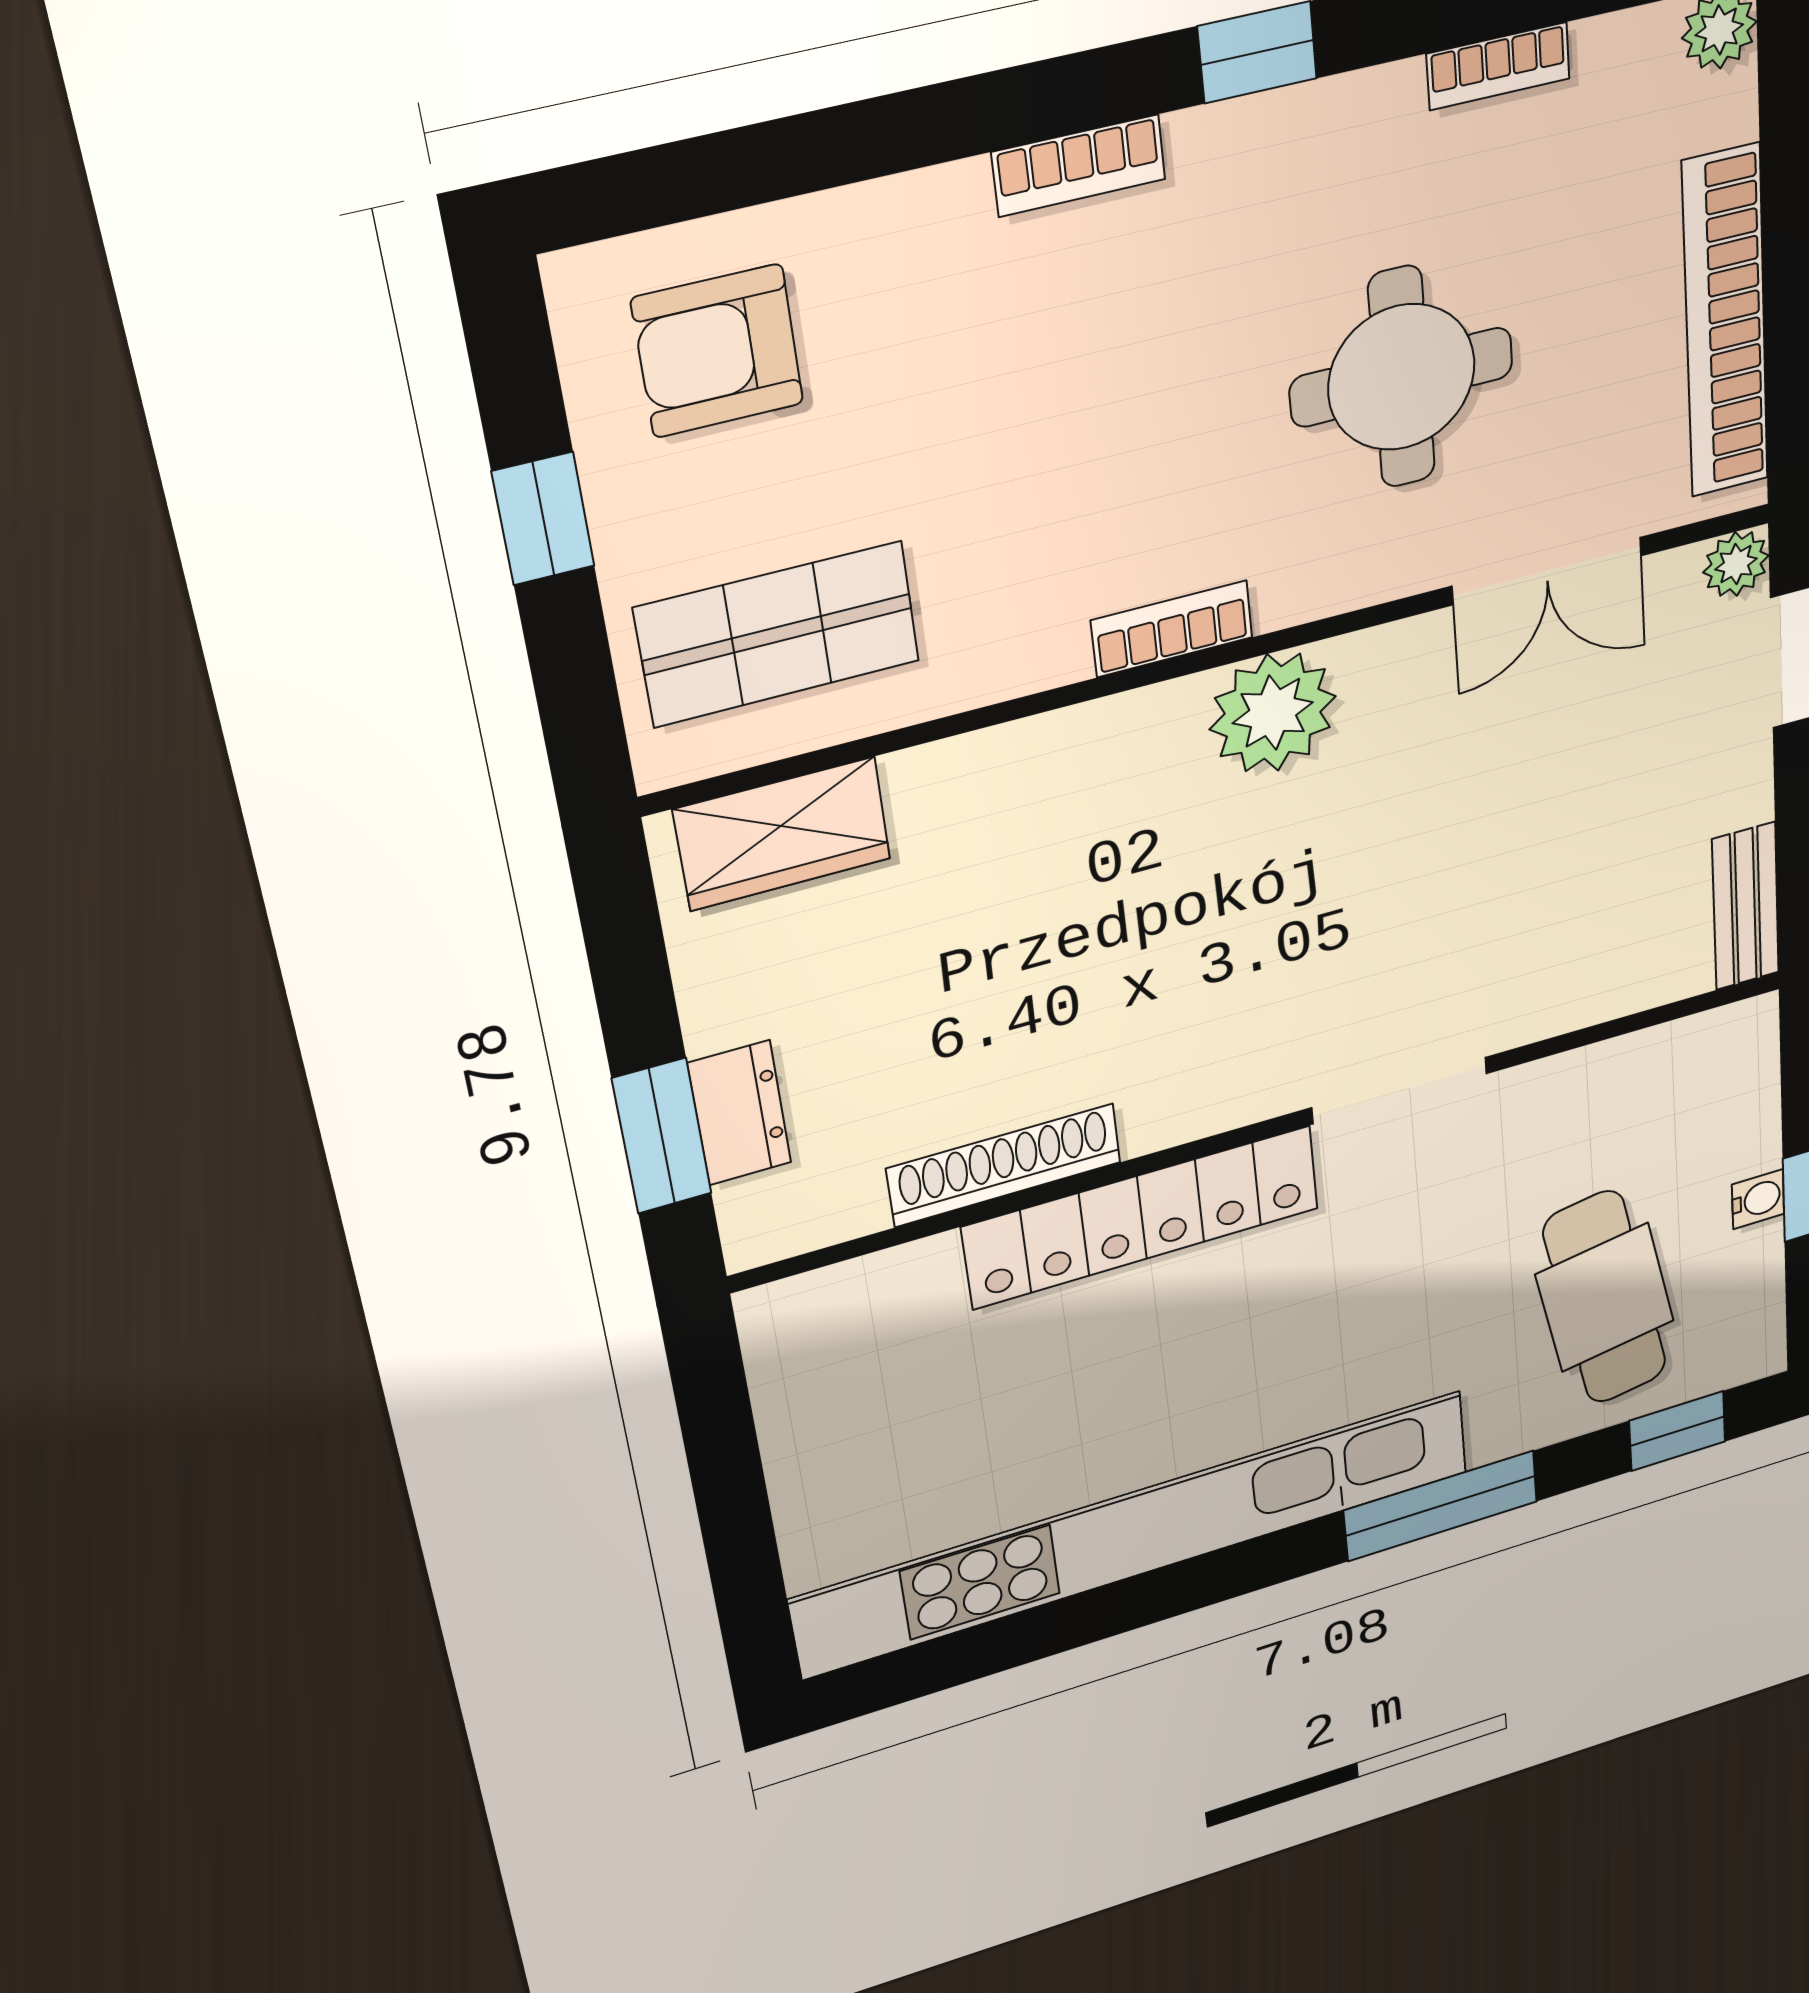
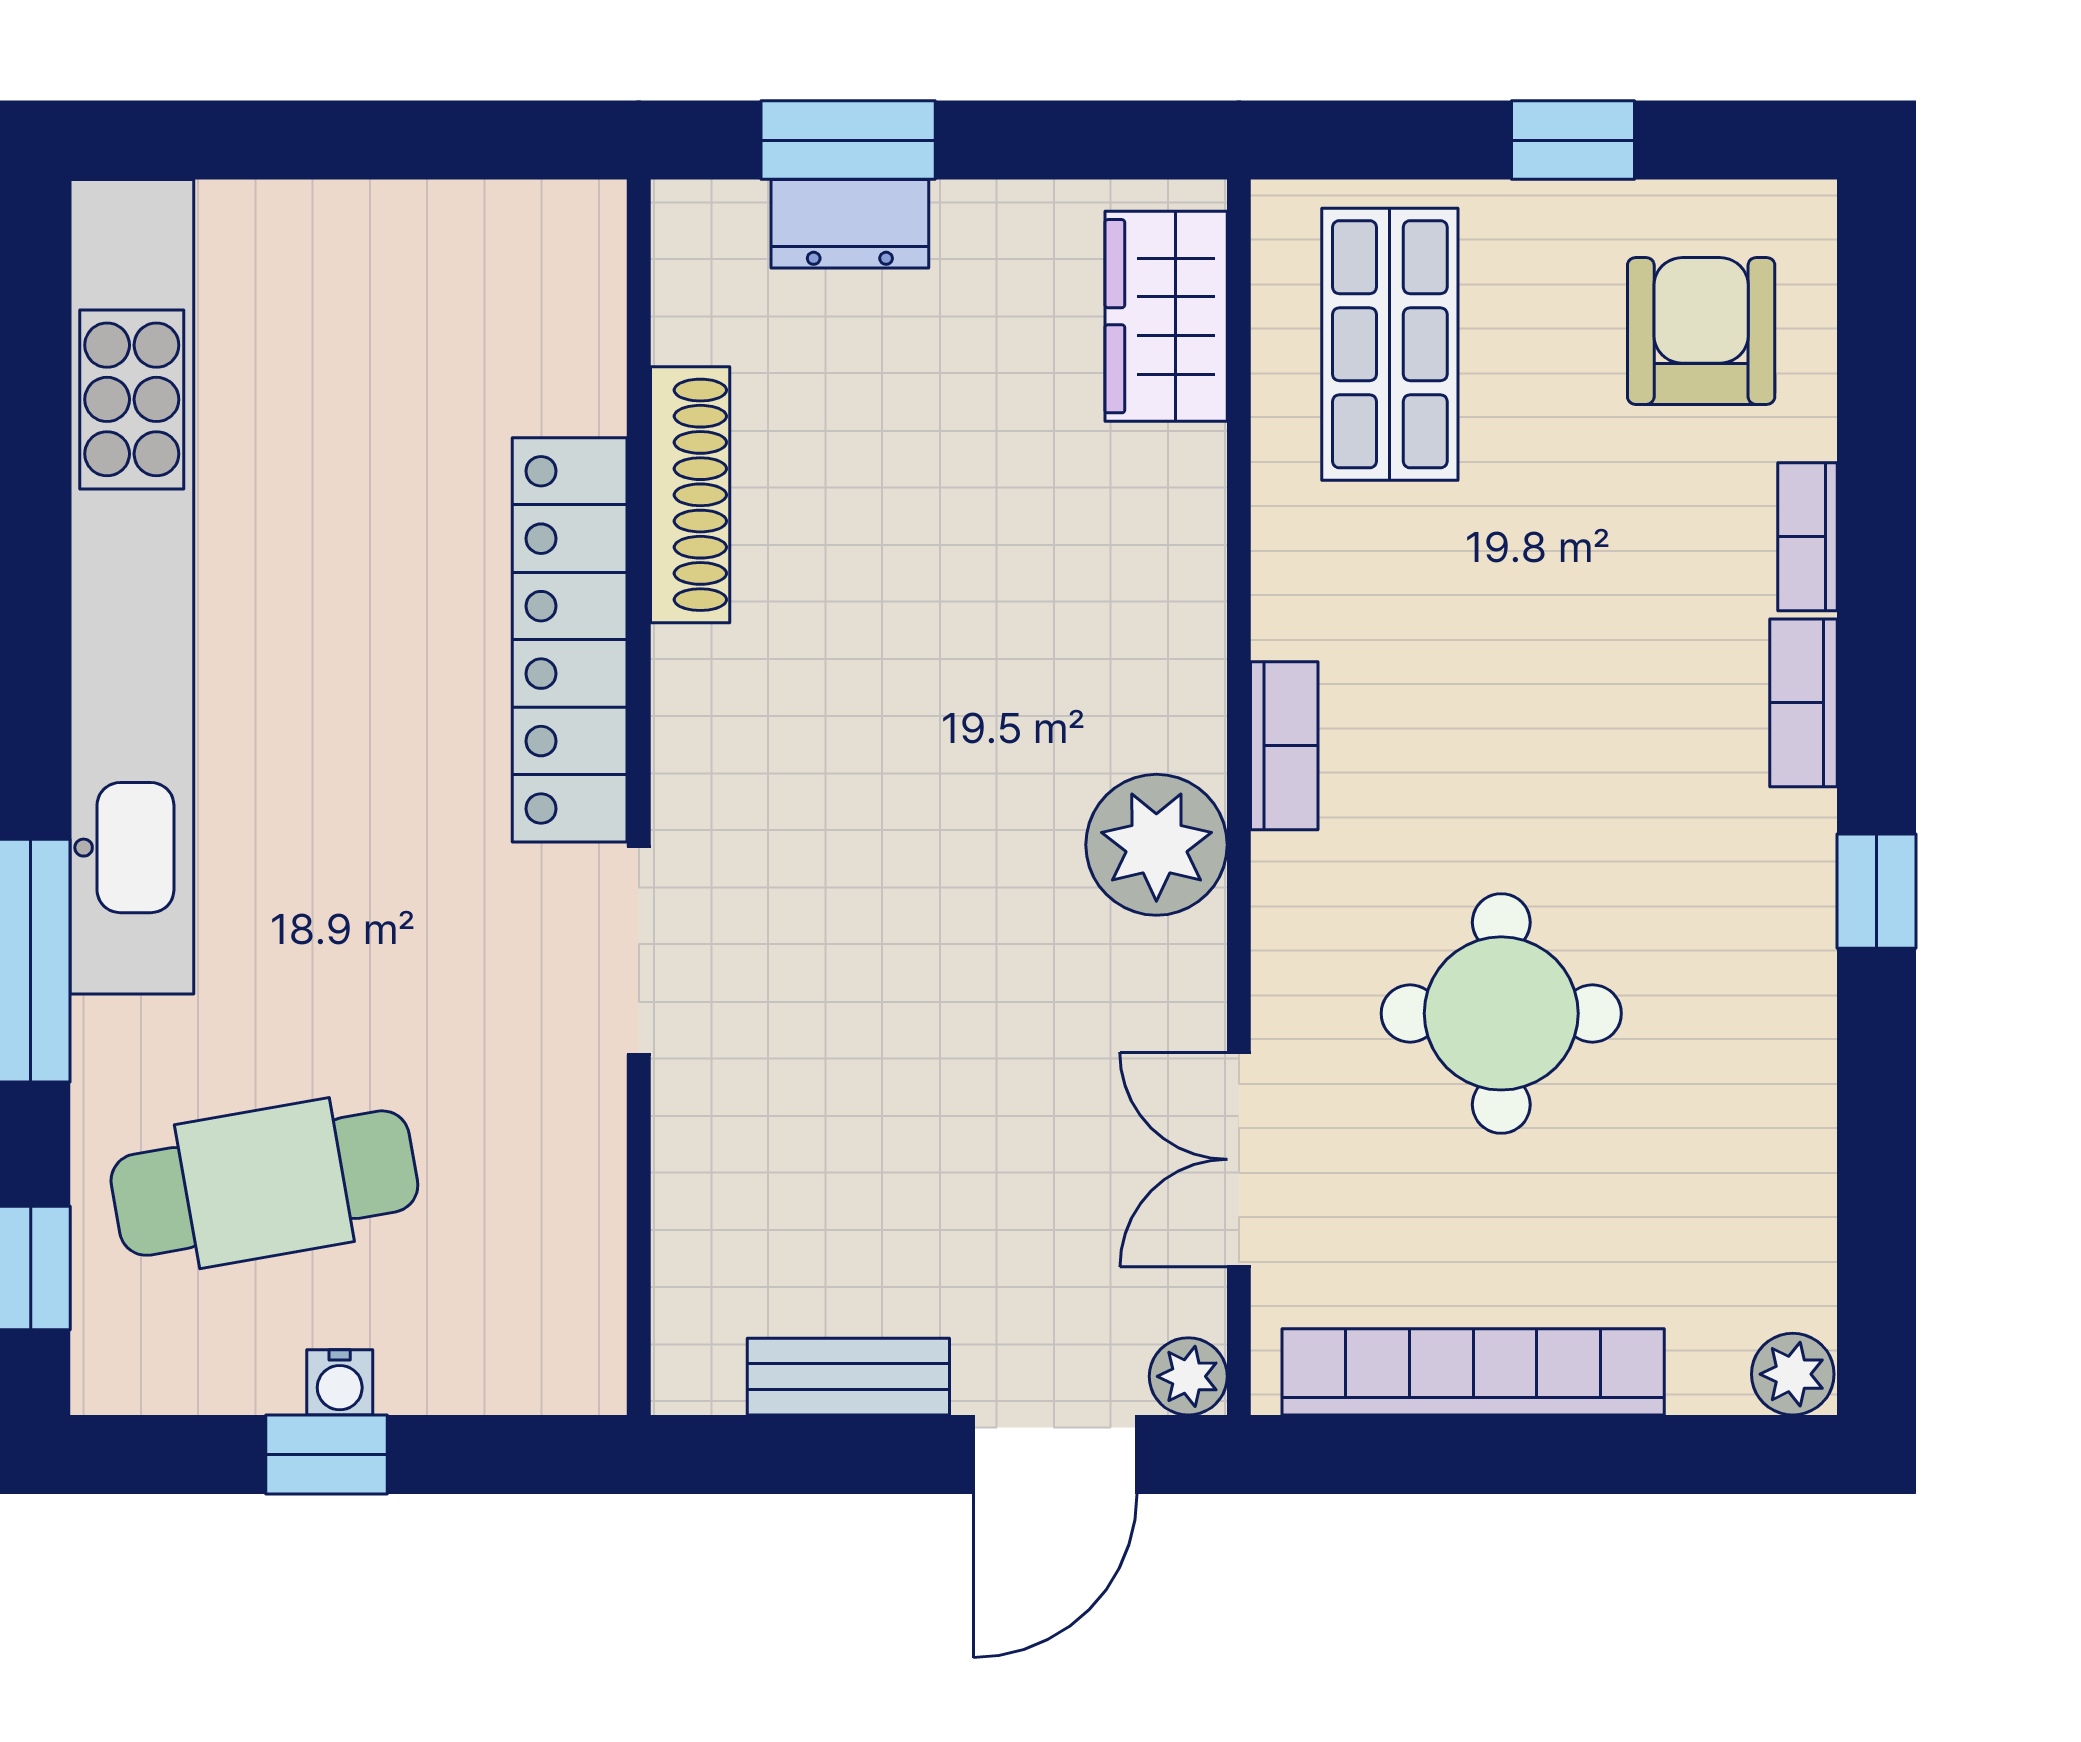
bookcase: (1498, 66) -> (1807, 537), moved
bench: (1746, 906) -> (848, 1377), moved

